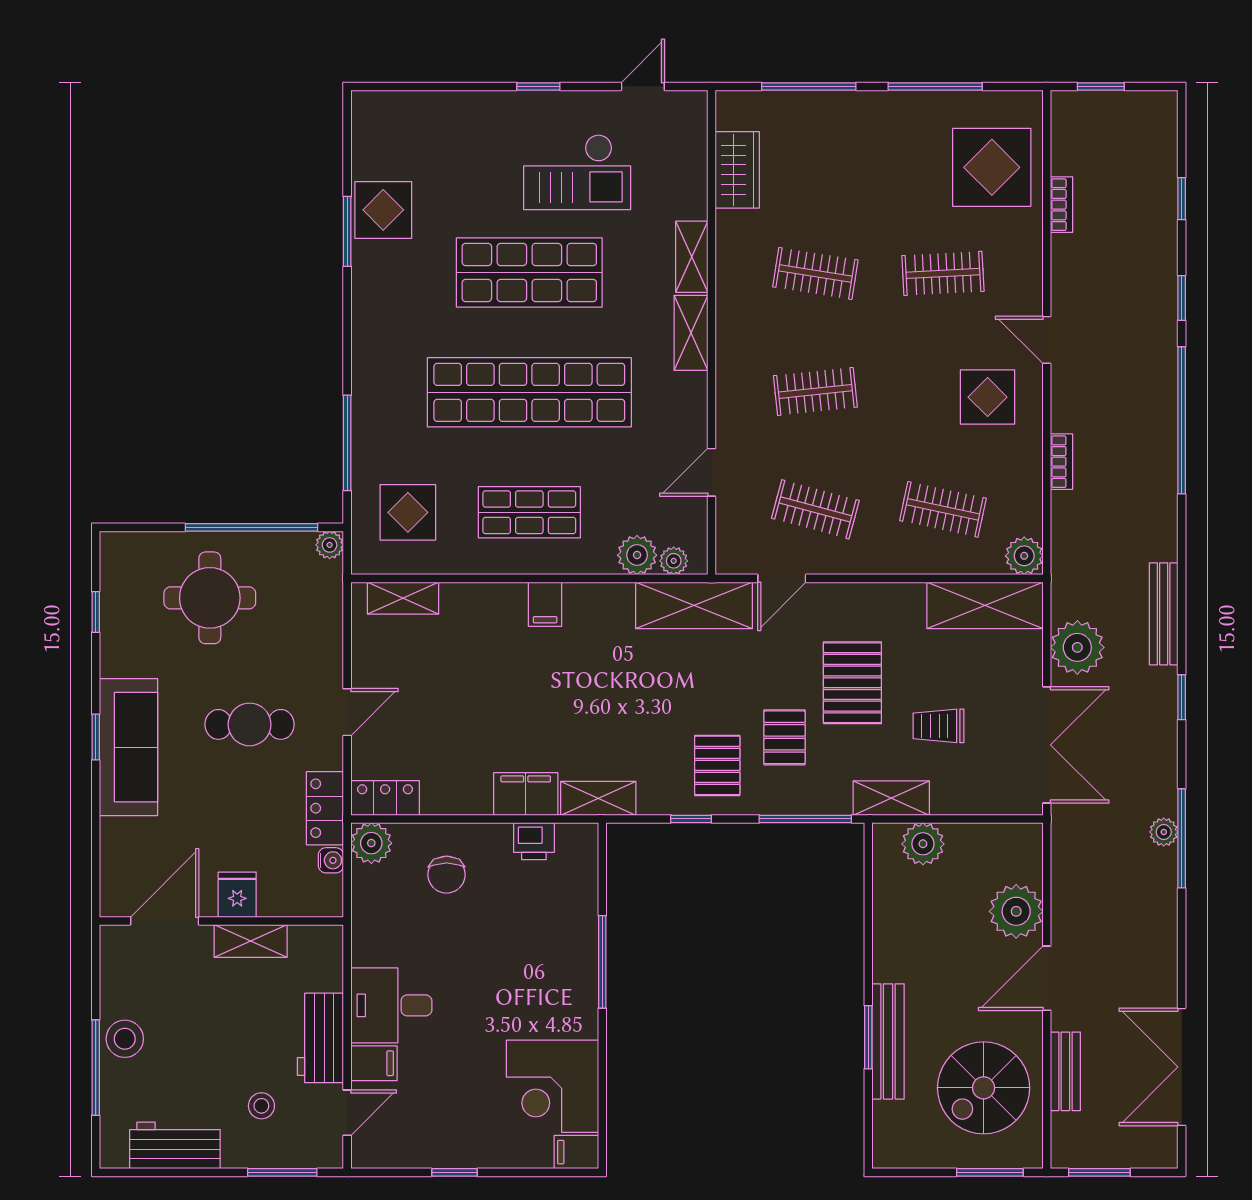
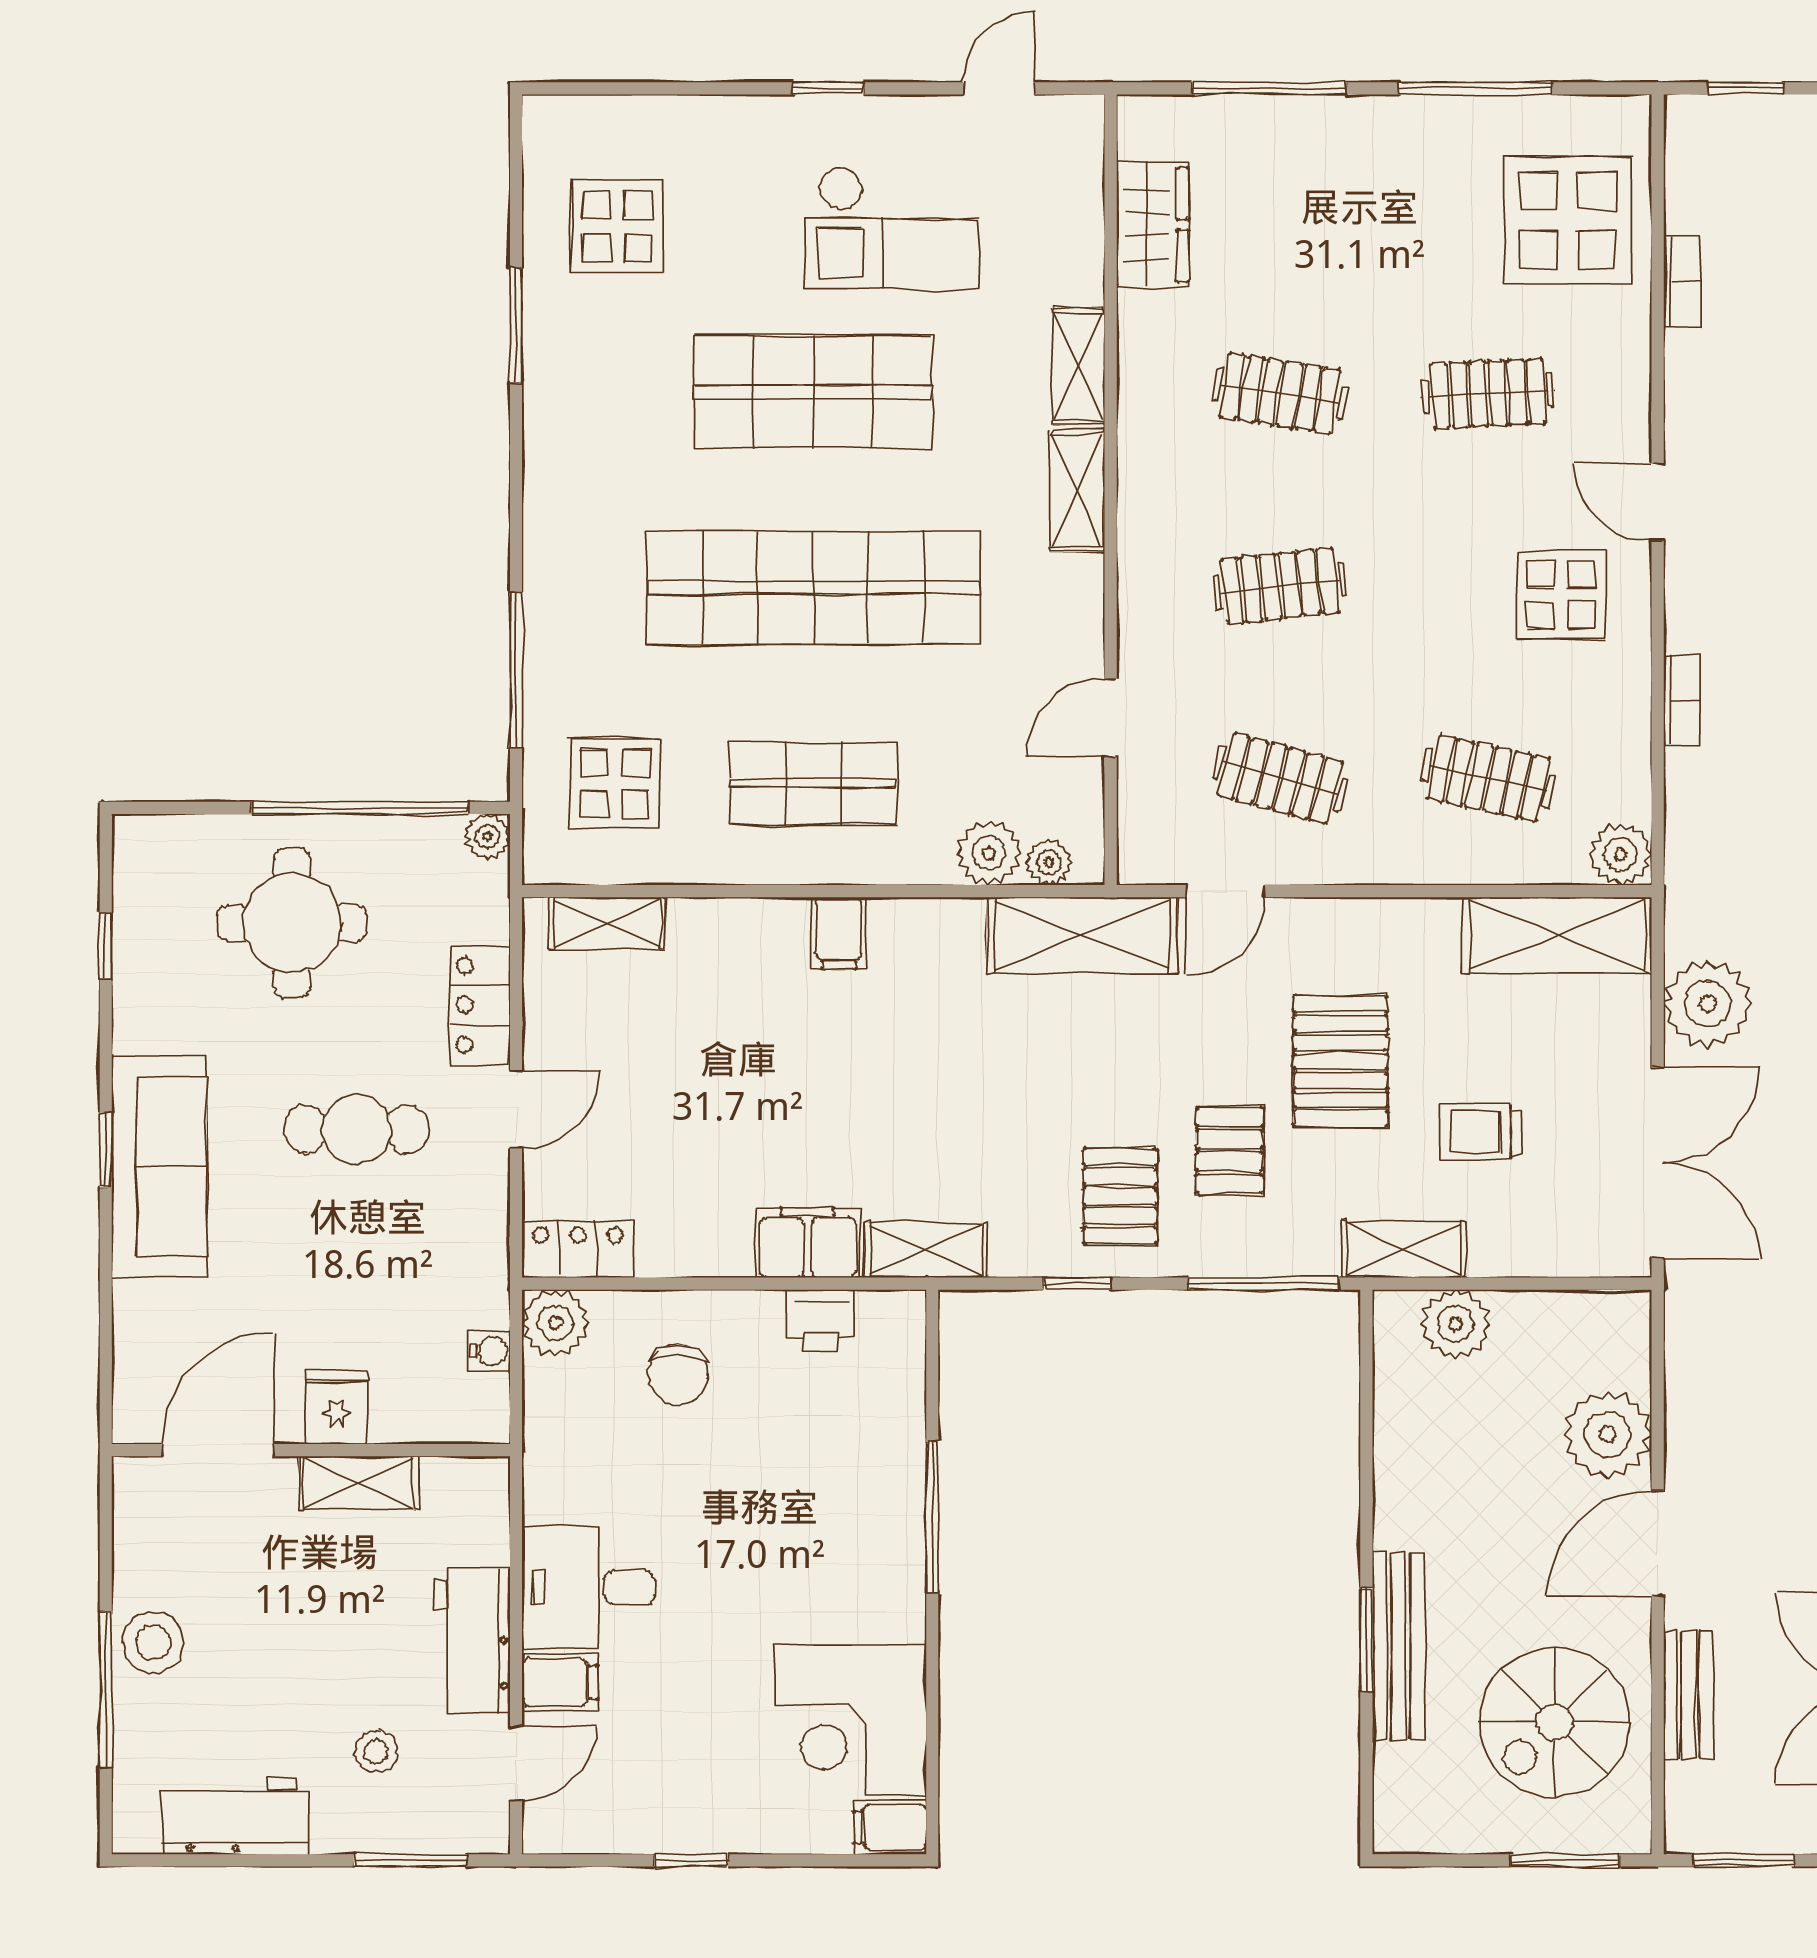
display table: (383, 210) -> (617, 227), moved
locker: (325, 808) -> (480, 1005), moved

